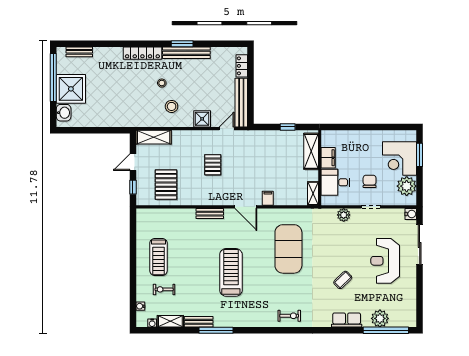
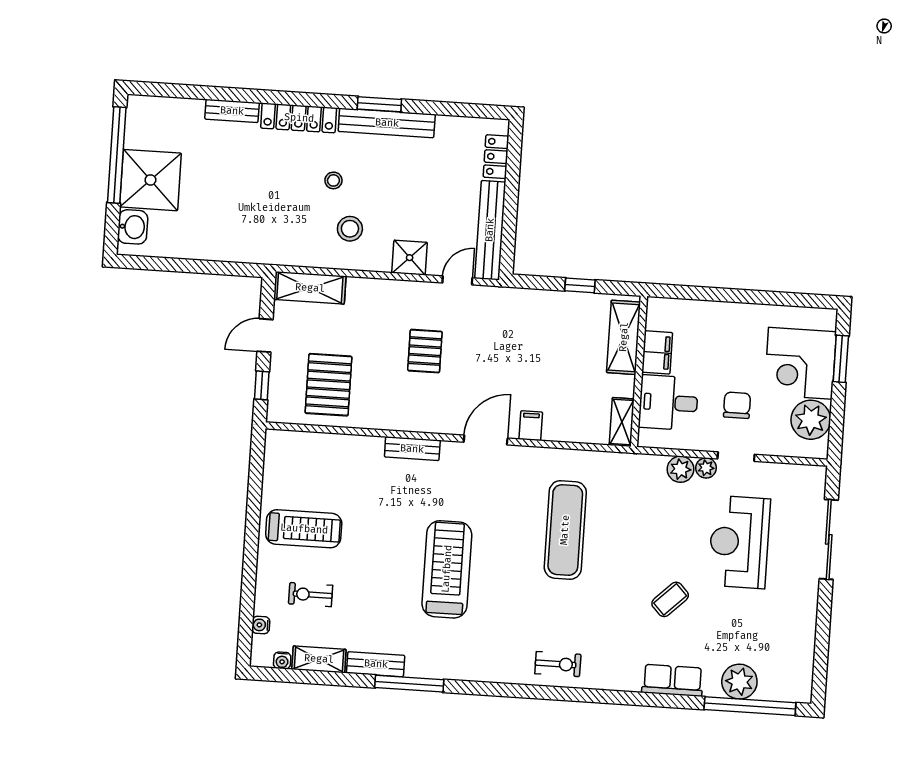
bench: (79, 52) -> (232, 111), moved
door: (246, 207) -> (486, 440), swing flipped
plant: (356, 213) -> (706, 468), added
water cooler: (411, 214) -> (815, 476), removed
exercise mat: (288, 249) -> (565, 530), width x0.68
treadmill: (158, 257) -> (304, 529), turned -90
reception desk: (385, 261) -> (739, 542), moved

